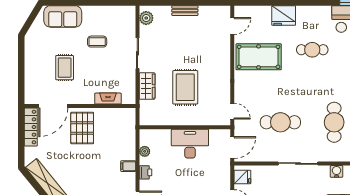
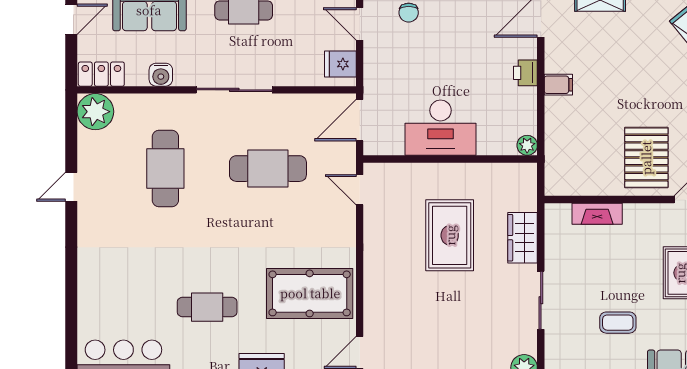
plant: (145, 151) -> (527, 145), moved

